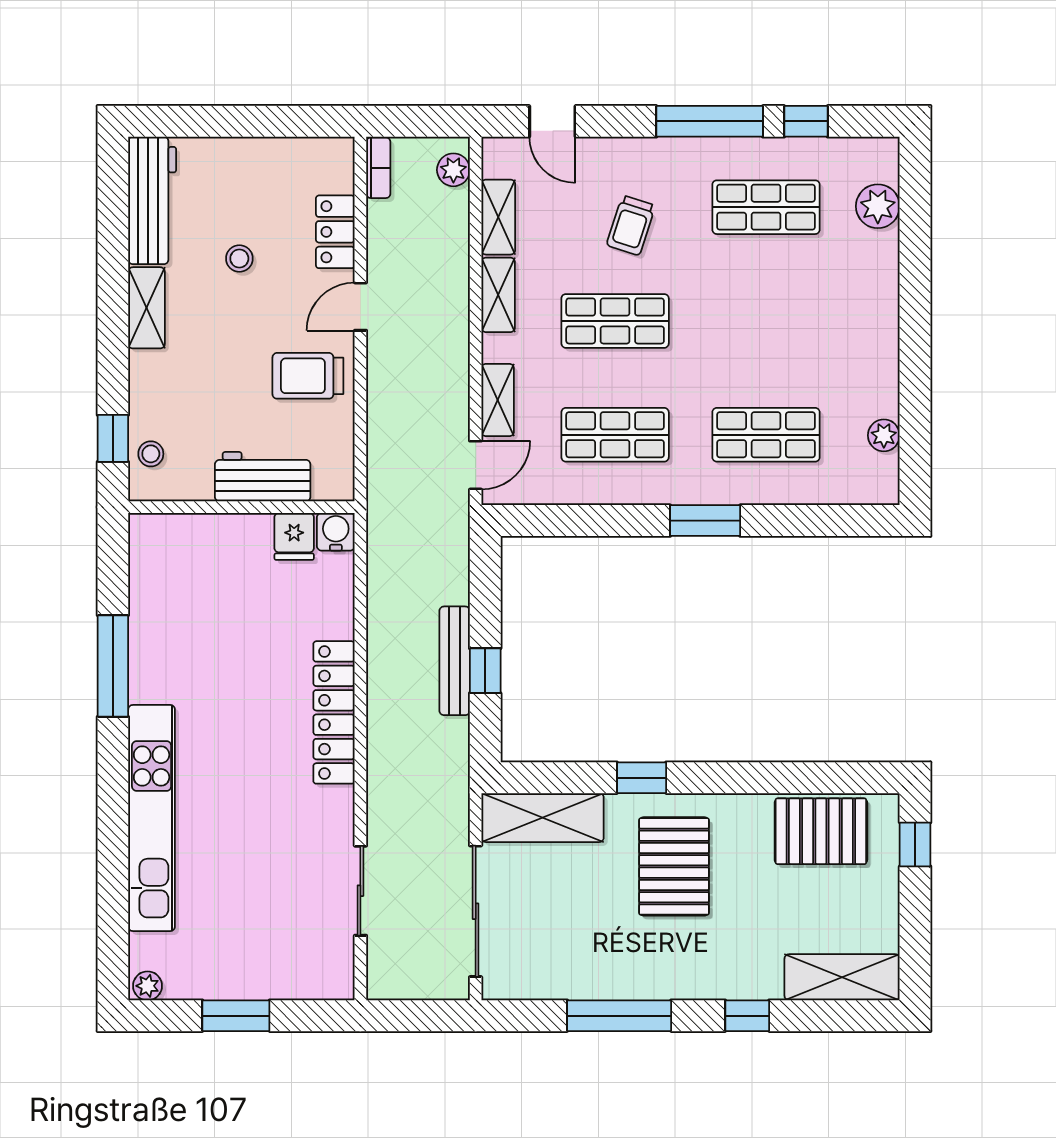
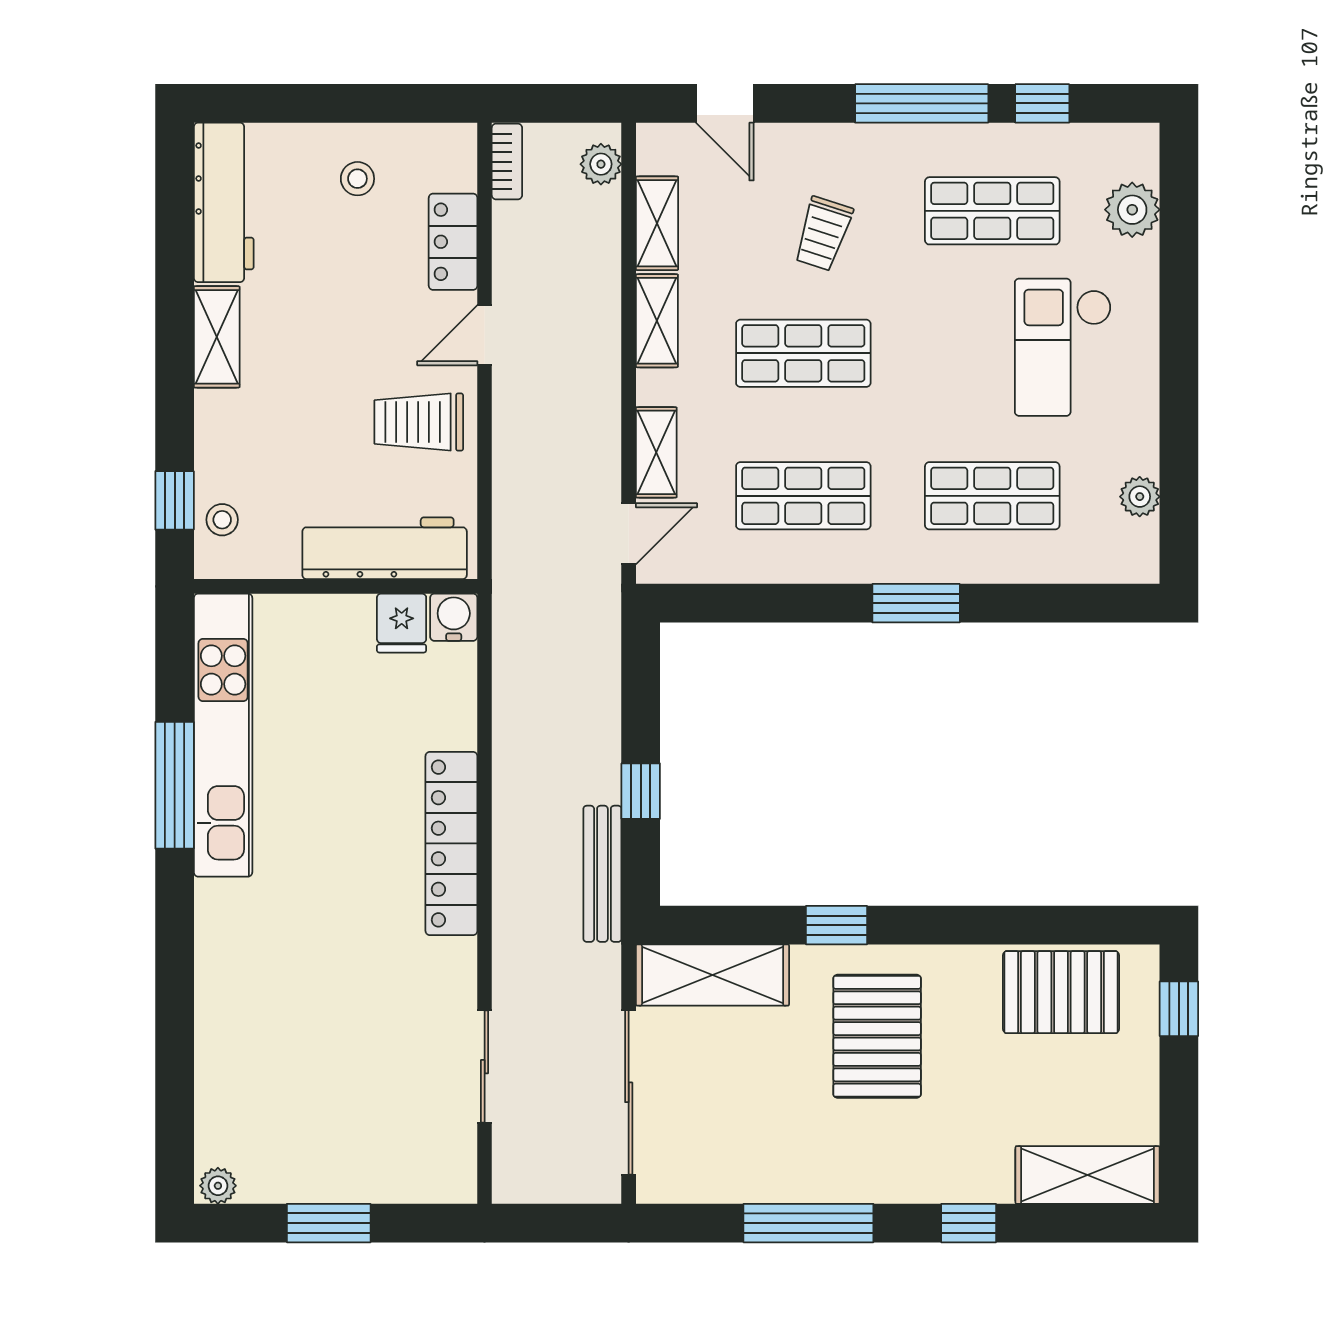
stool: (239, 258) -> (357, 179), moved
checkout: (822, 316) -> (1063, 347), added
workbench: (263, 477) -> (385, 548), width x1.38
bench: (455, 661) -> (602, 874), moved
kitchen unit: (152, 818) -> (223, 735), moved

